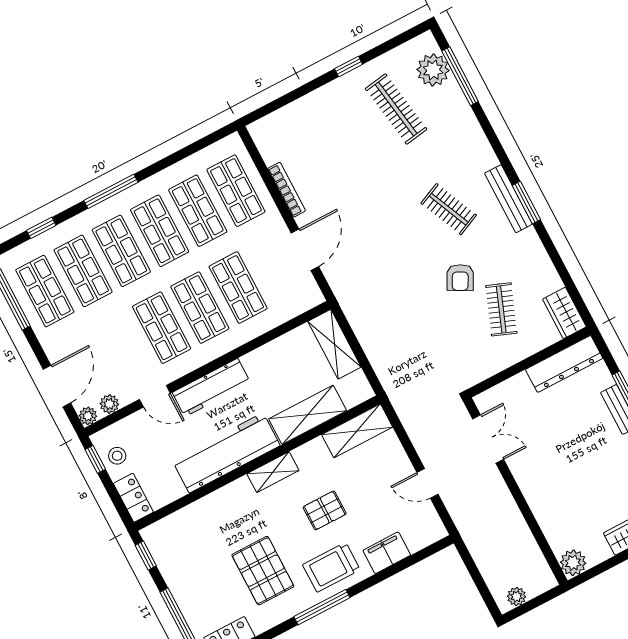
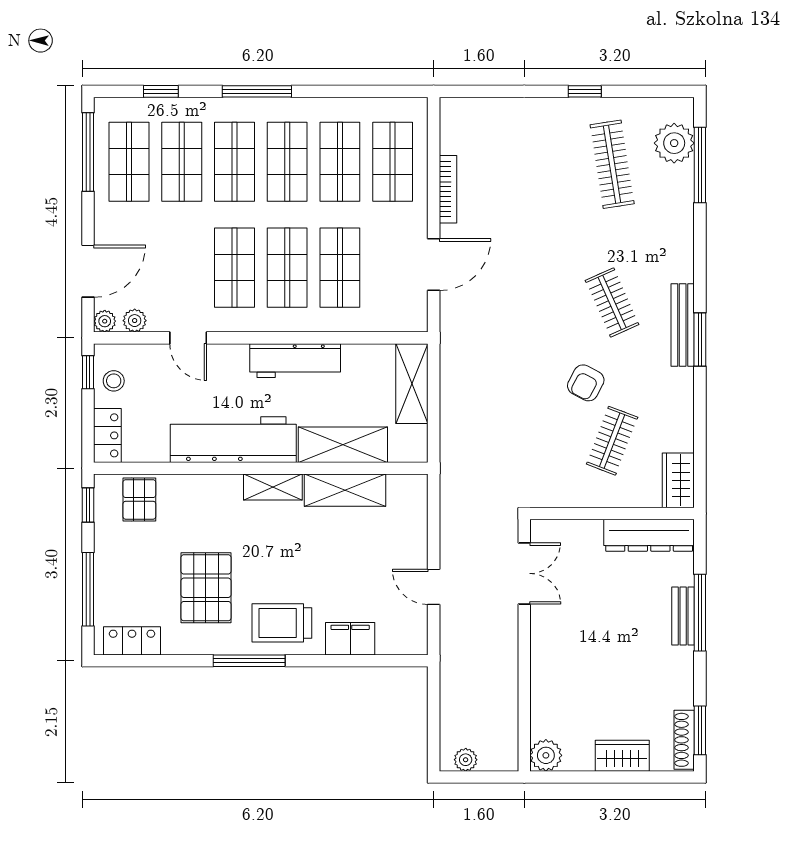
workbench: (211, 388) -> (295, 361), moved
shelving: (357, 431) -> (345, 490), moved
pallet: (325, 510) -> (139, 499), moved, turned 90

